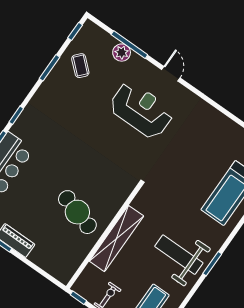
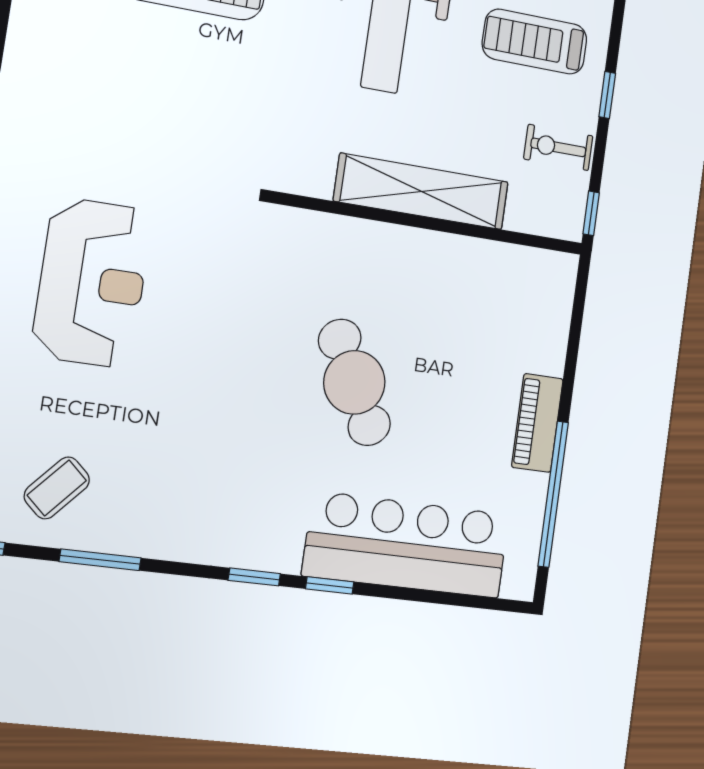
reception desk: (141, 110) -> (92, 283), turned 180
cafe table: (77, 212) -> (354, 382), moved, turned -45

